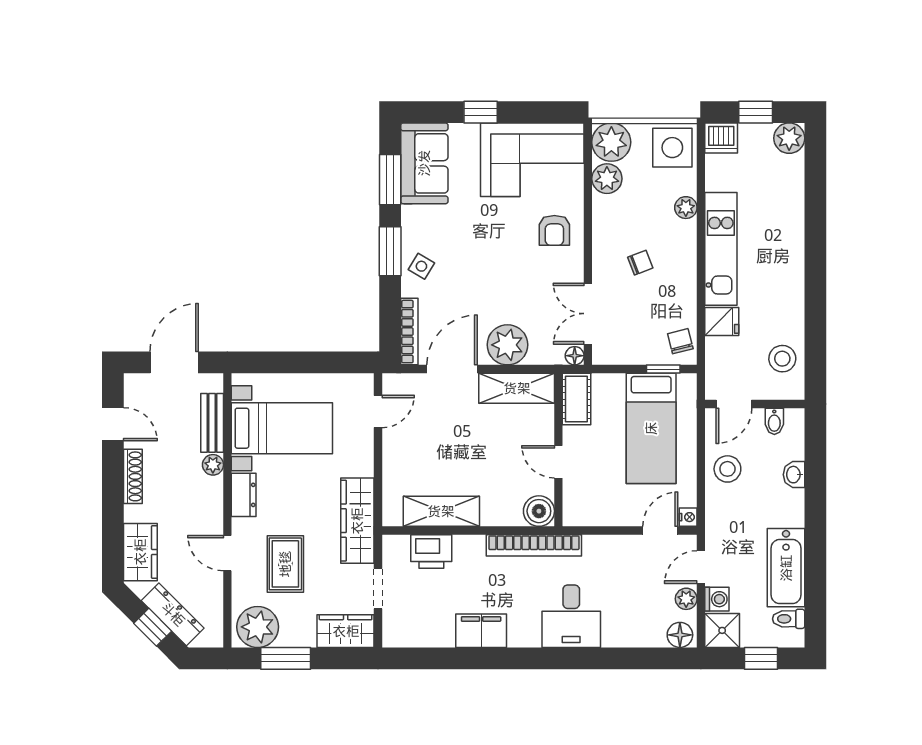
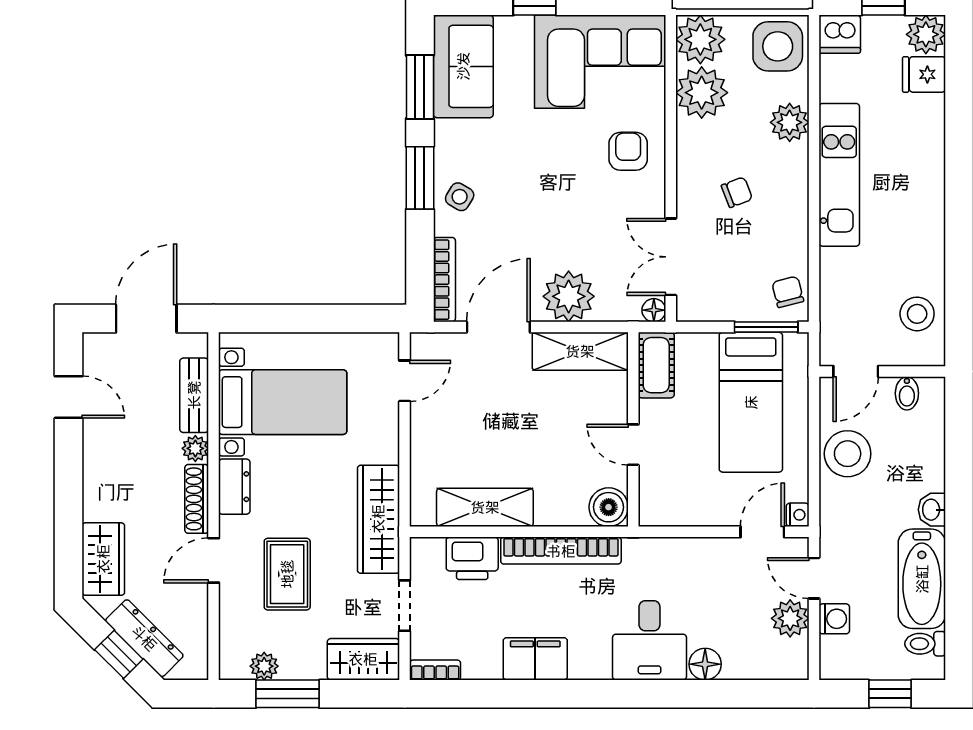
plant: (607, 179) -> (702, 93), width x1.36, depth x1.36
plant: (686, 208) -> (790, 122), width x1.38, depth x1.38
armchair: (554, 230) -> (628, 151), turned 180
fridge: (722, 322) -> (924, 74), moved, turned 180
window: (663, 369) -> (766, 327), width x1.50
stool: (727, 469) -> (848, 454), width x1.38, depth x1.38
washbasin: (794, 475) -> (932, 510), moved
shoe rack: (133, 476) -> (197, 499), moved, turned 180
bookcase: (534, 545) -> (561, 551), moved
door: (227, 553) -> (214, 560), hinge flipped
door: (701, 567) -> (814, 578), hinge flipped
plant: (686, 599) -> (790, 618), width x1.38, depth x1.38
plant: (258, 627) -> (264, 666), width x0.53, depth x0.53
shower: (722, 630) -> (841, 658), removed
floor lamp: (680, 635) -> (705, 664), moved
bookcase: (402, 640) -> (435, 670), added

